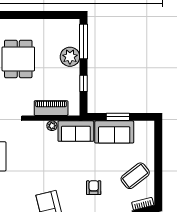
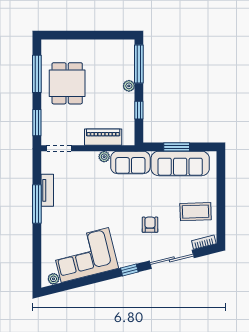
plant: (70, 57) -> (129, 86), width x0.53, depth x0.53
sofa: (114, 132) -> (180, 163), width x1.36
coffee table: (135, 176) -> (196, 212), turned 36

